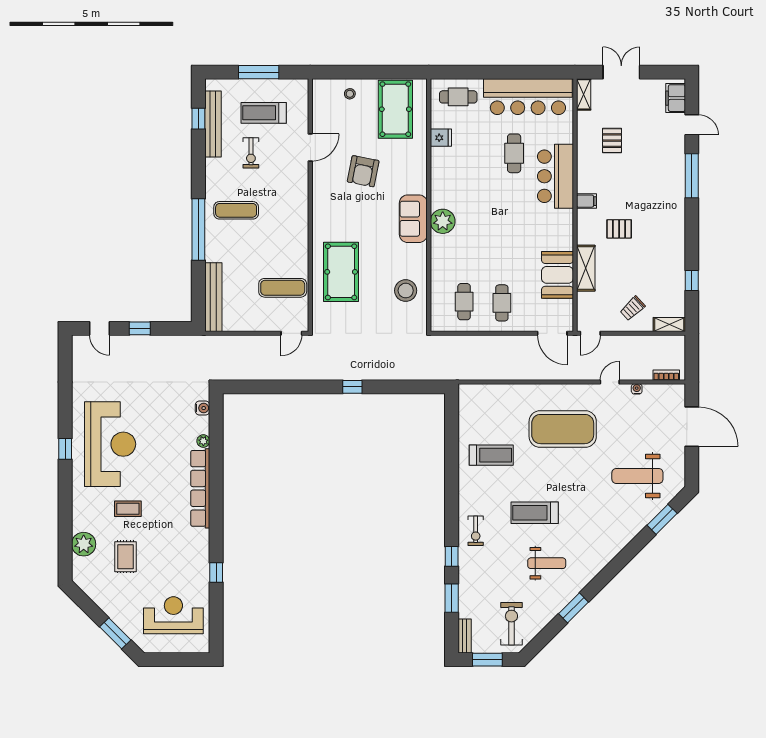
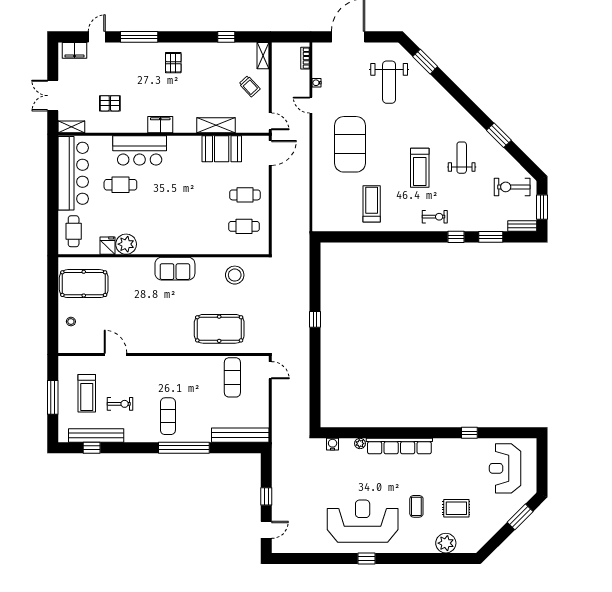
armchair: (363, 171) -> (135, 310), removed
filing cabinet: (586, 201) -> (160, 125), width x2.00
plant: (443, 221) -> (126, 244), moved
pallet: (619, 229) -> (173, 63), moved

